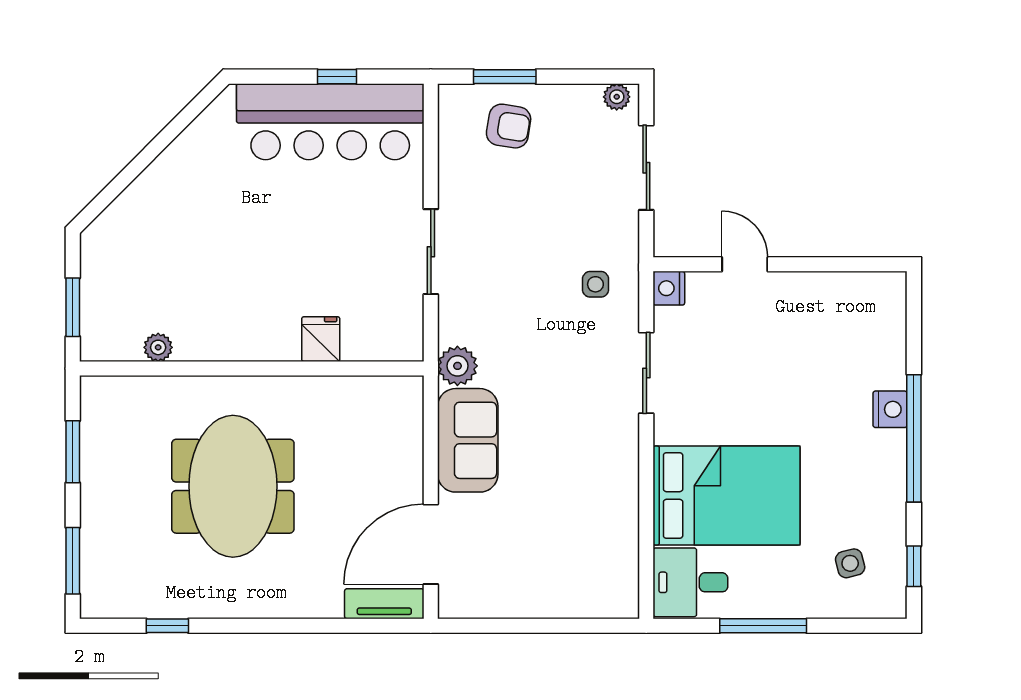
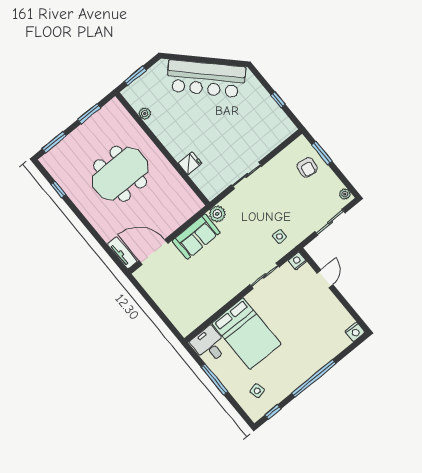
bar counter: (330, 122) -> (206, 79), moved, turned -45
nightstand: (890, 409) -> (355, 332), moved

